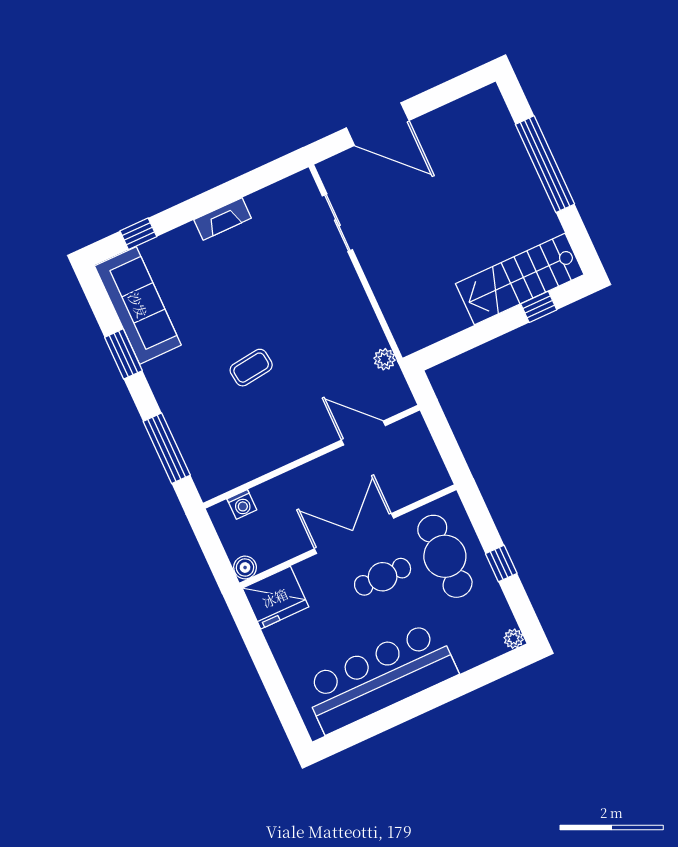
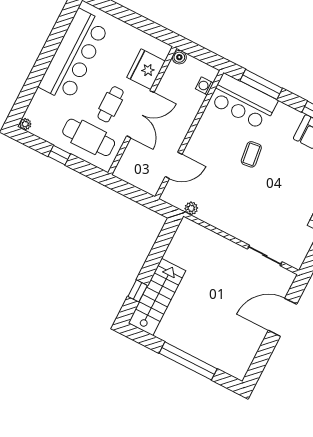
bar counter: (208, 445) -> (243, 101), added
fridge: (275, 598) -> (146, 69), moved

